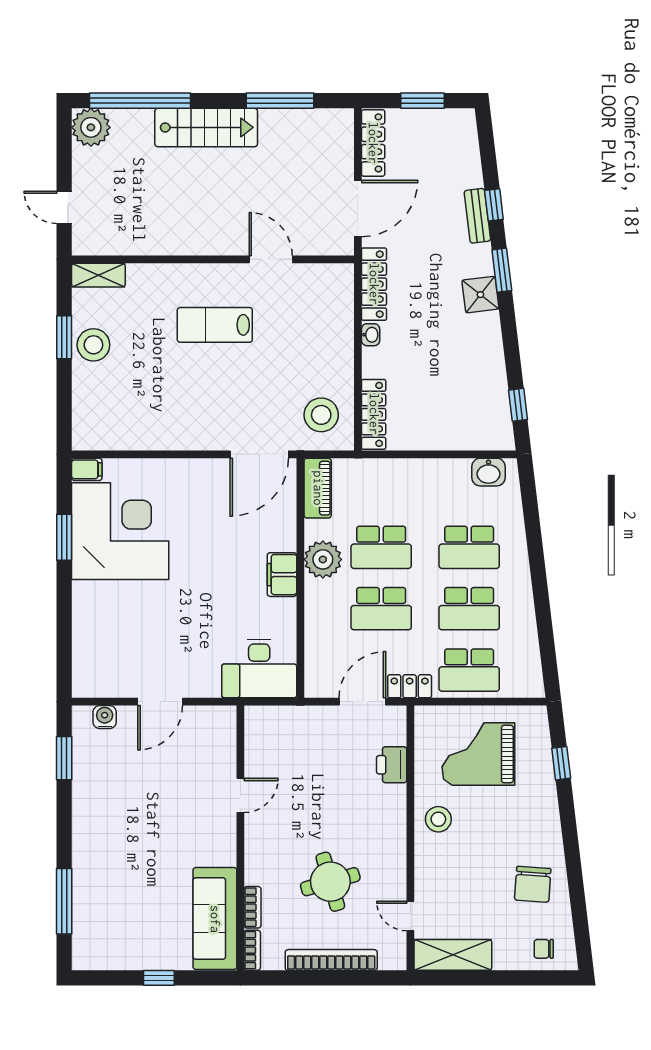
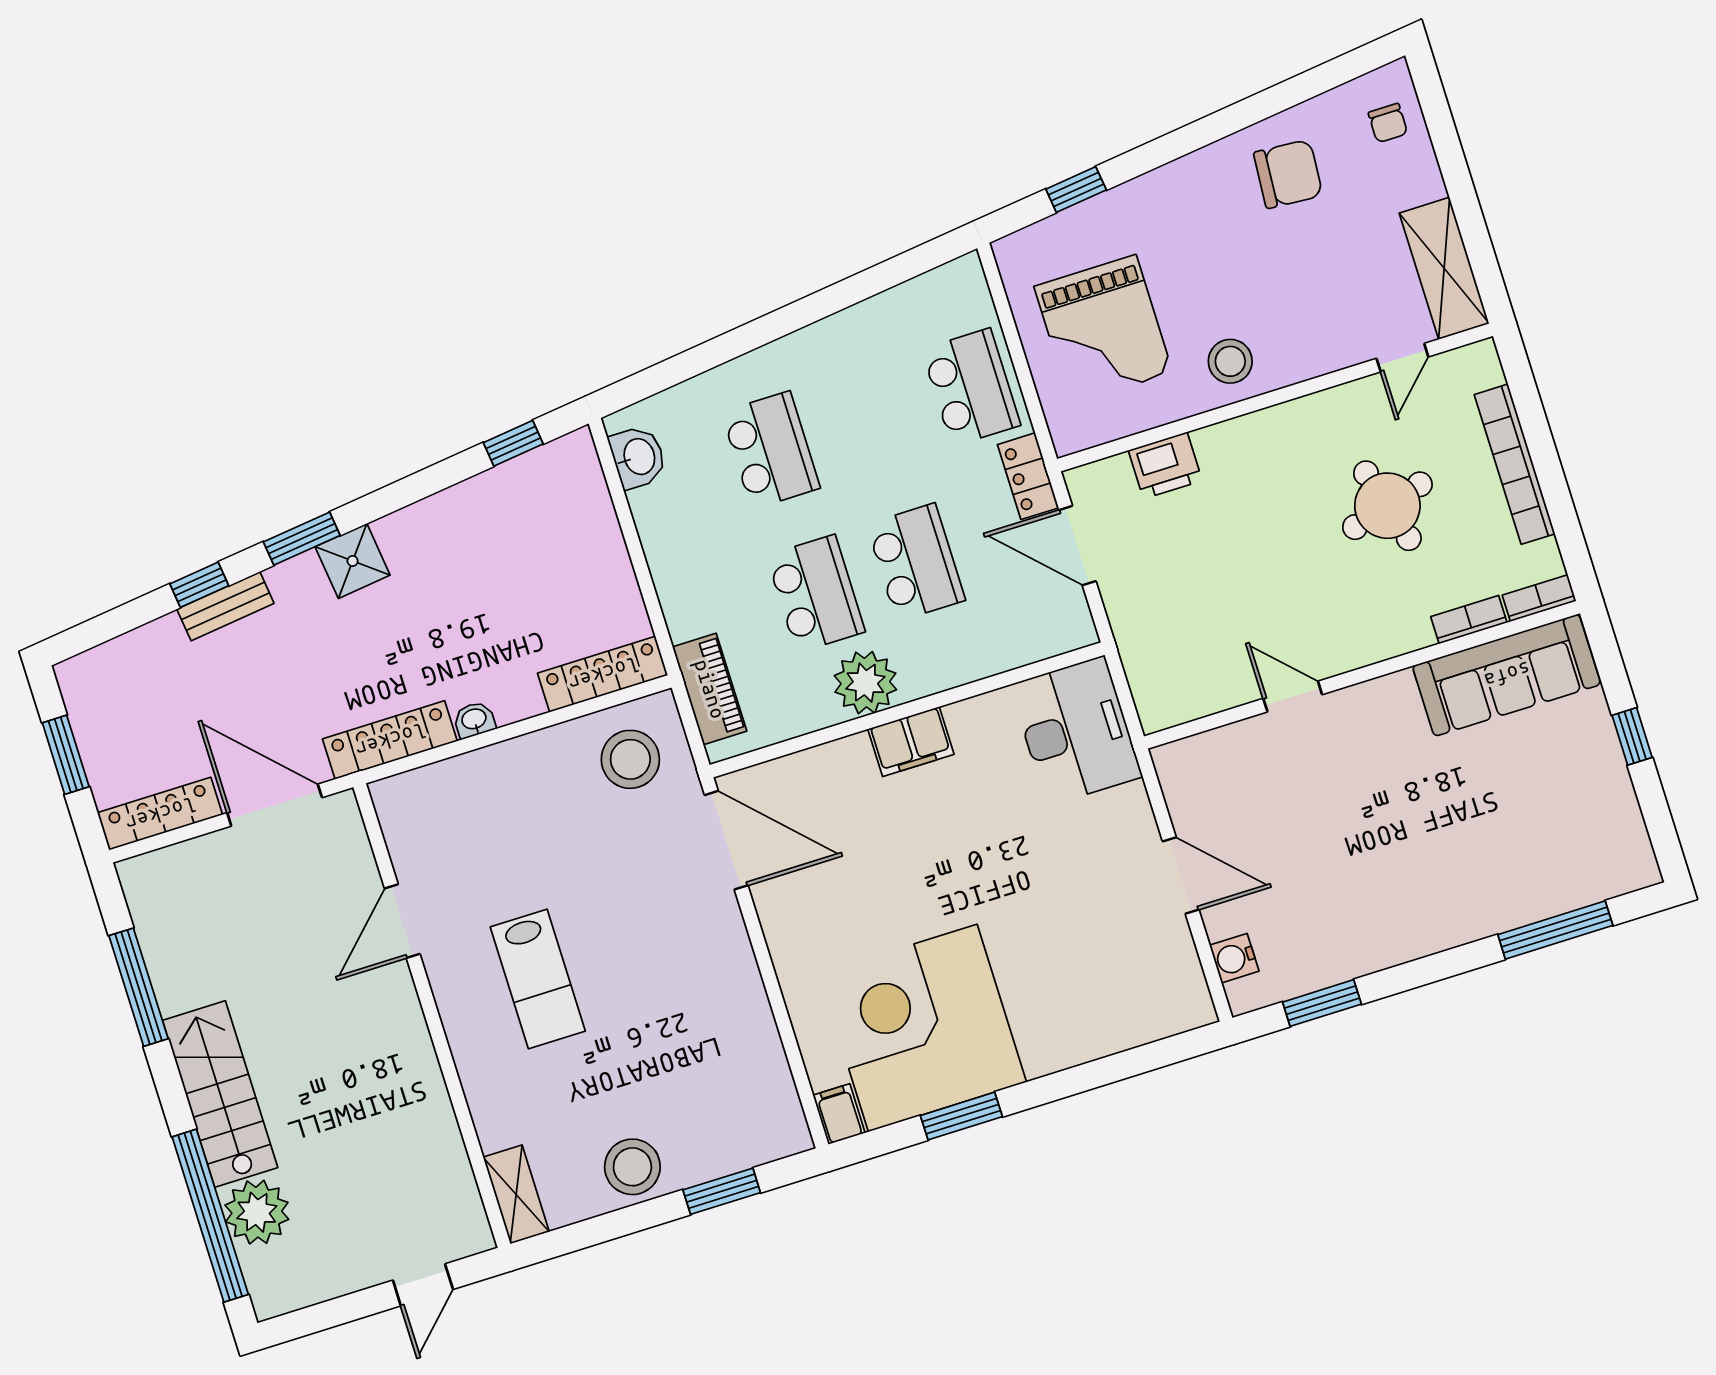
plant: (91, 127) -> (257, 1212), moved
window: (64, 337) -> (722, 1191), moved
piano: (318, 488) -> (710, 689), moved, turned 90
school desk: (469, 609) -> (871, 419), removed

